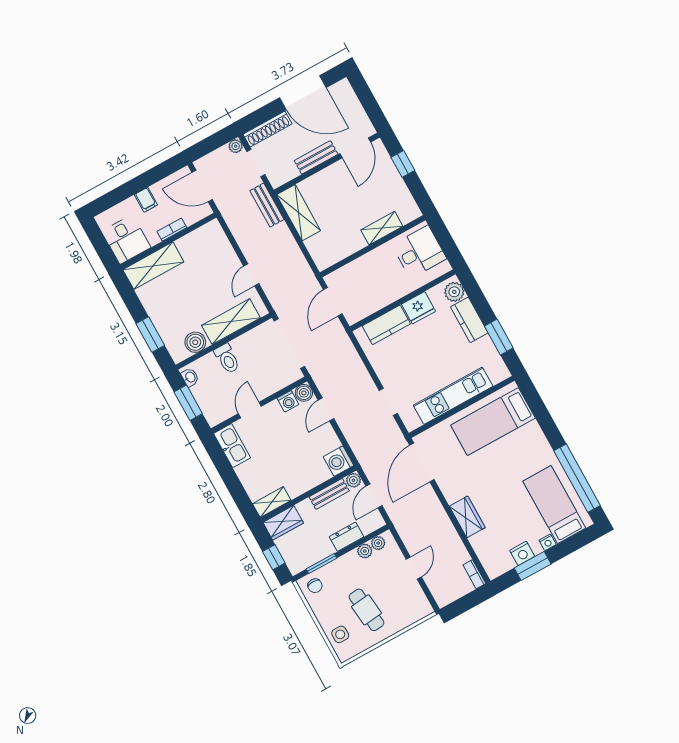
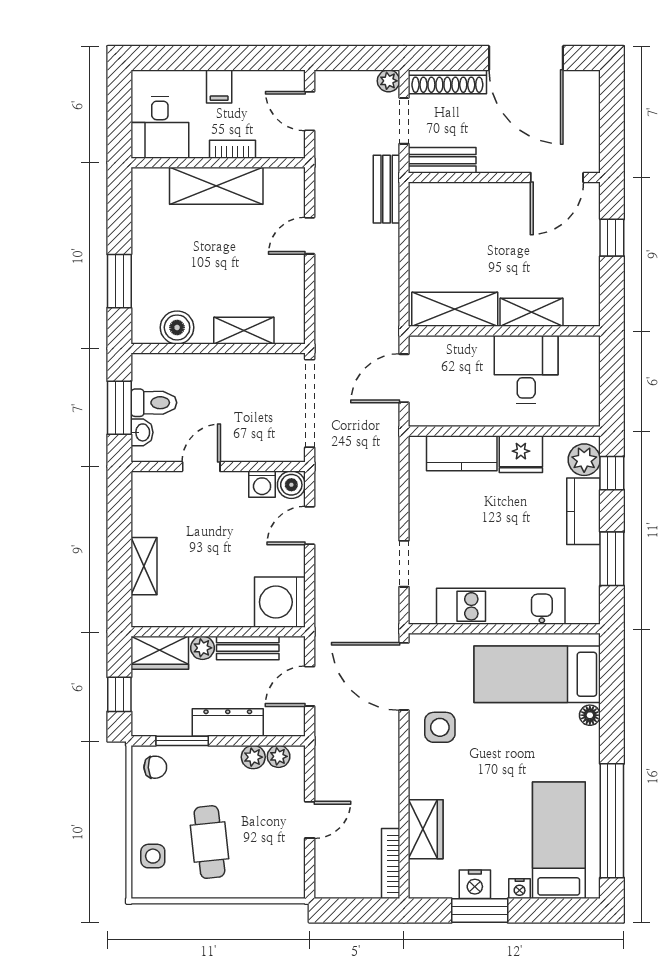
bench: (316, 157) -> (442, 160), moved
door: (202, 186) -> (310, 111), width x0.73
shelving: (299, 213) -> (455, 309), moved, turned 90
desk: (419, 252) -> (526, 369), moved, turned -90
shelving: (153, 266) -> (216, 186), moved
door: (251, 275) -> (310, 236), moved
window: (473, 291) -> (612, 473), added
shelving: (231, 322) -> (244, 331), width x0.67, depth x0.75
toilet: (227, 359) -> (154, 403), moved, turned -90
washbasin: (190, 377) -> (142, 432), moved
floor lamp: (534, 428) -> (590, 715), added
kitchen sink: (232, 446) -> (148, 503), removed
washing machine: (338, 461) -> (280, 602), width x1.37, depth x1.37
door: (422, 462) -> (404, 676), hinge flipped
side table: (456, 479) -> (440, 727), added
plant: (353, 480) -> (202, 648), moved
shelving: (272, 502) -> (144, 566), moved, turned 90
wardrobe: (467, 517) -> (426, 829), moved
dresser: (346, 537) -> (228, 723), width x1.44
bookcase: (474, 574) -> (391, 864), width x1.56
chair: (315, 586) -> (155, 767), turned -92

